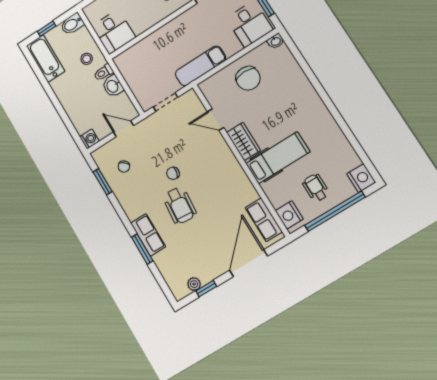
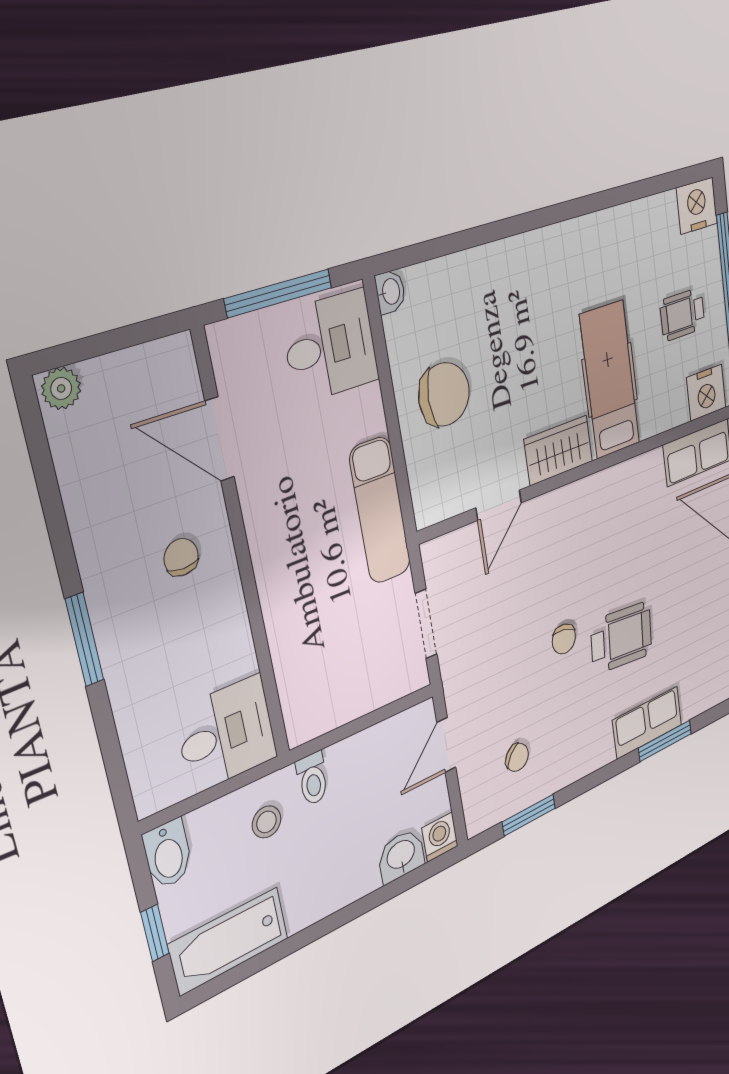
washbasin: (113, 86) -> (401, 856), moved, turned 180

